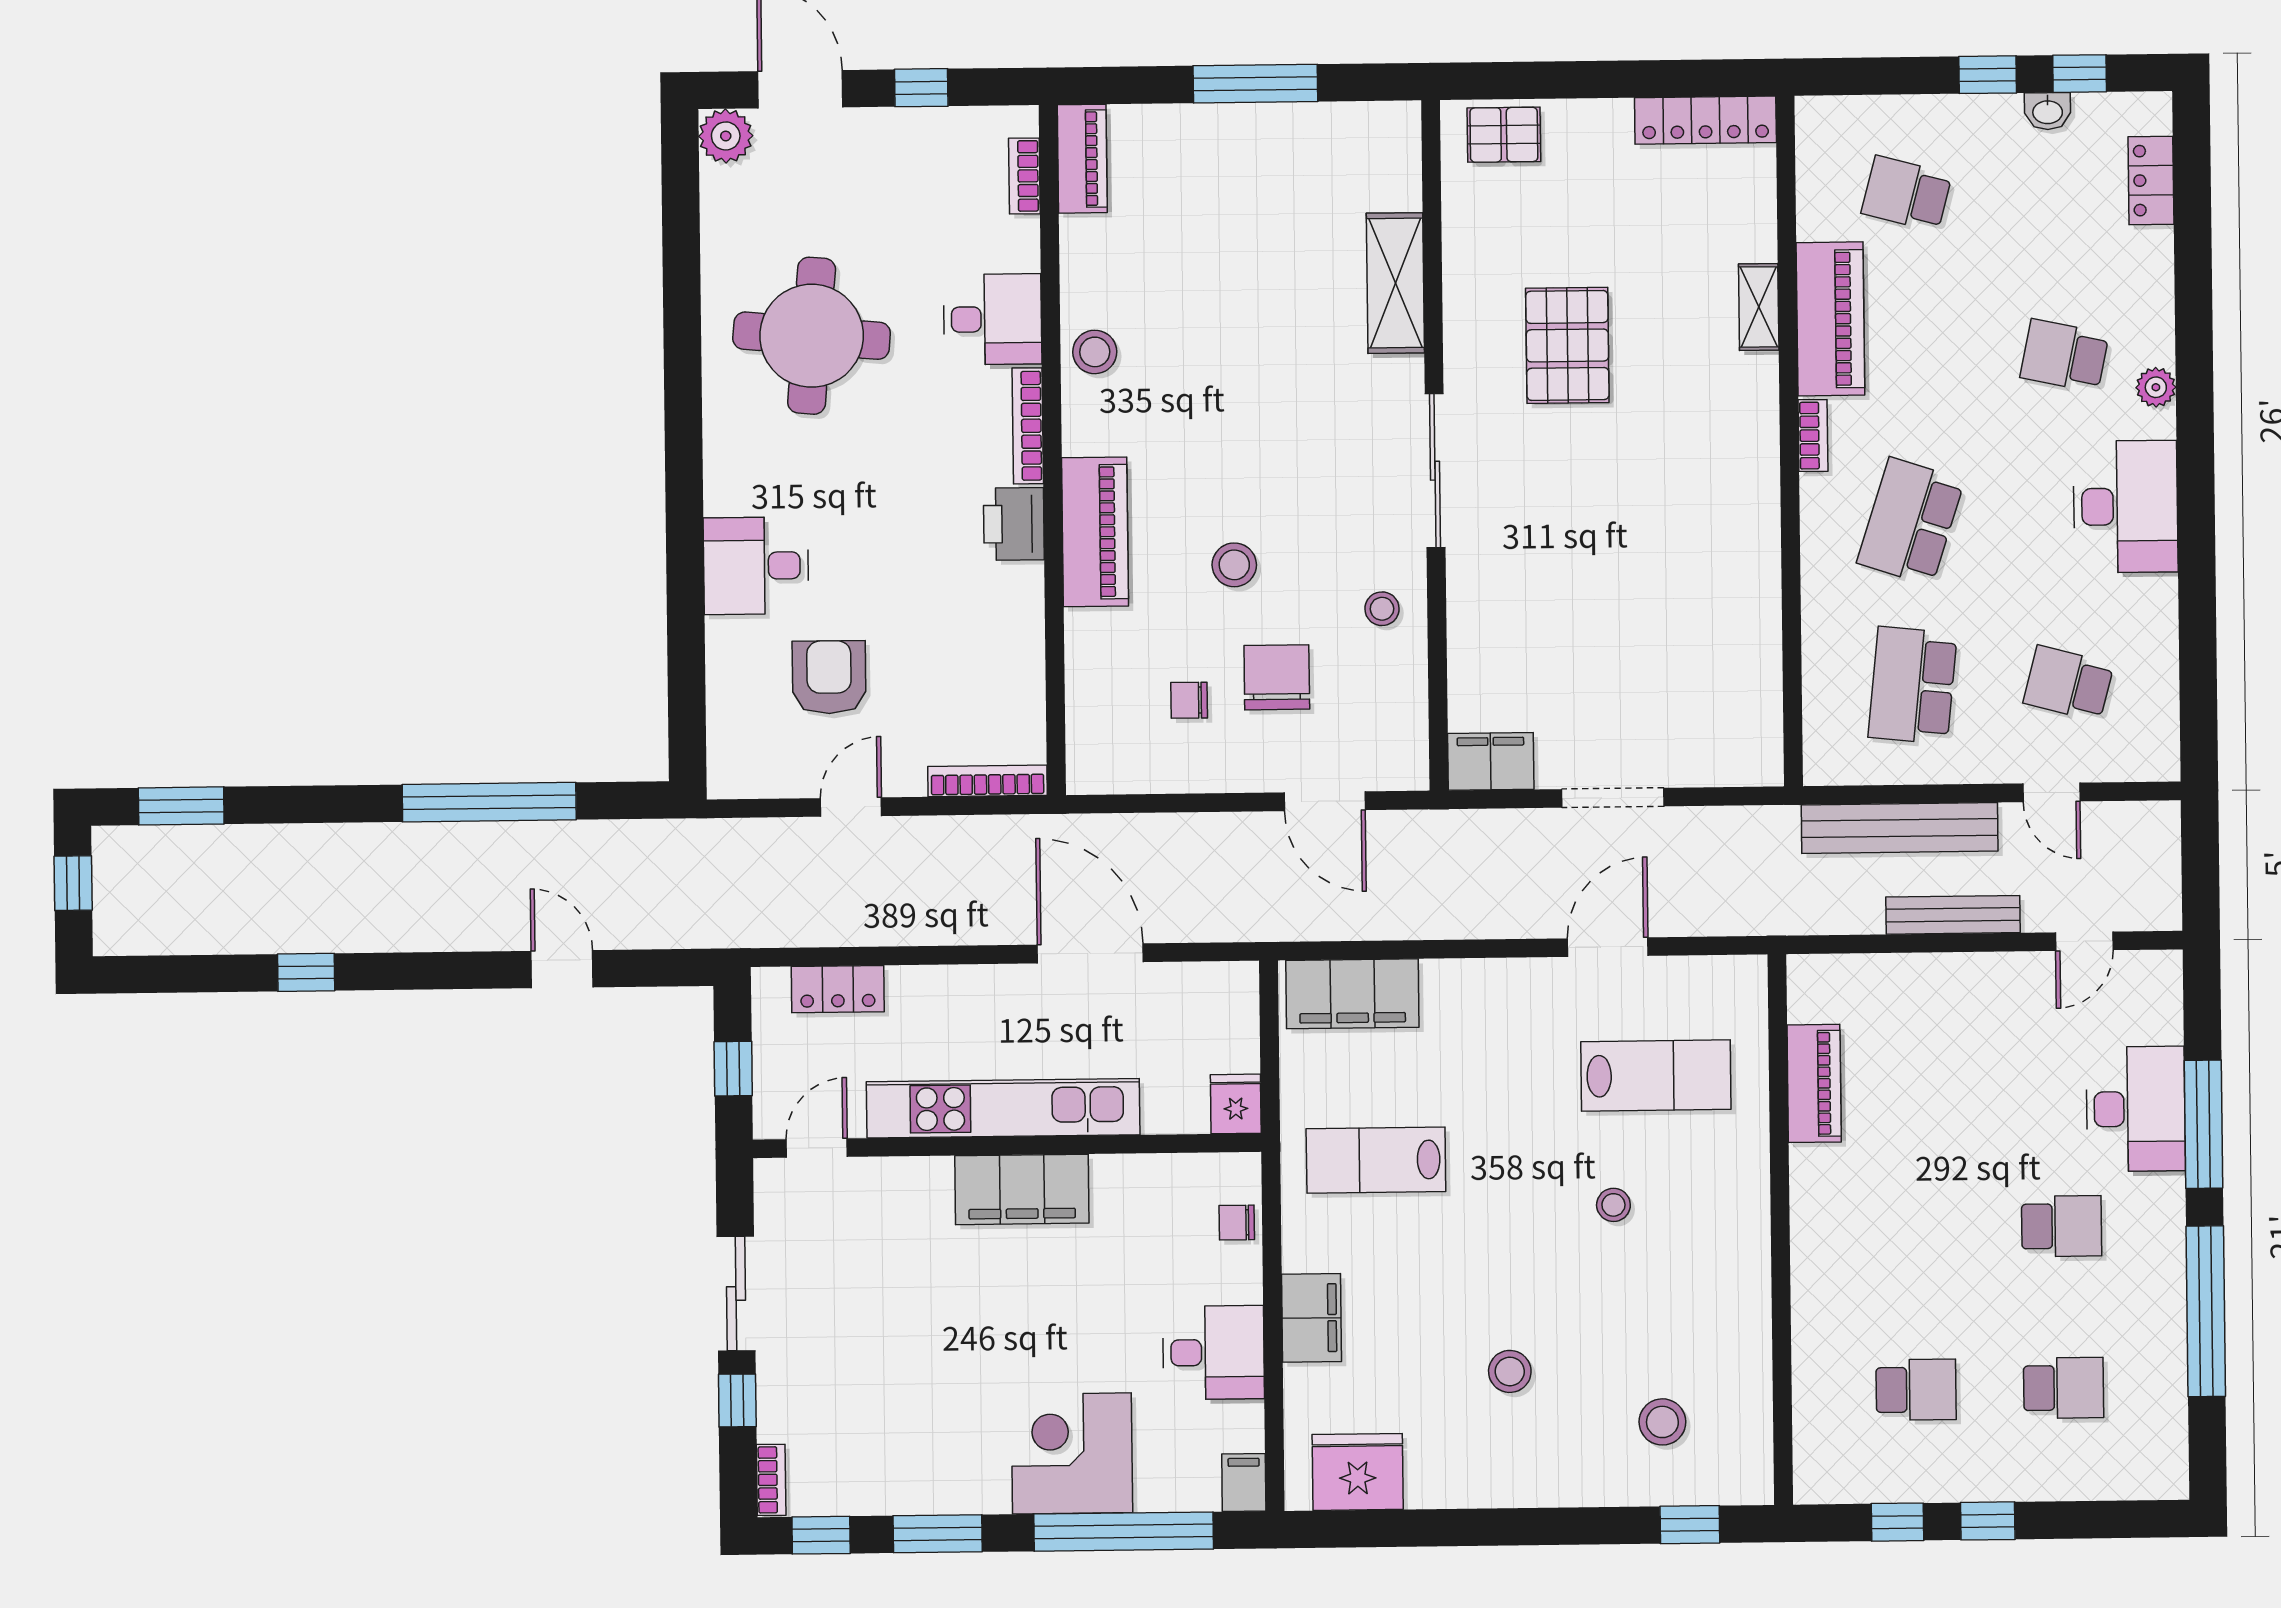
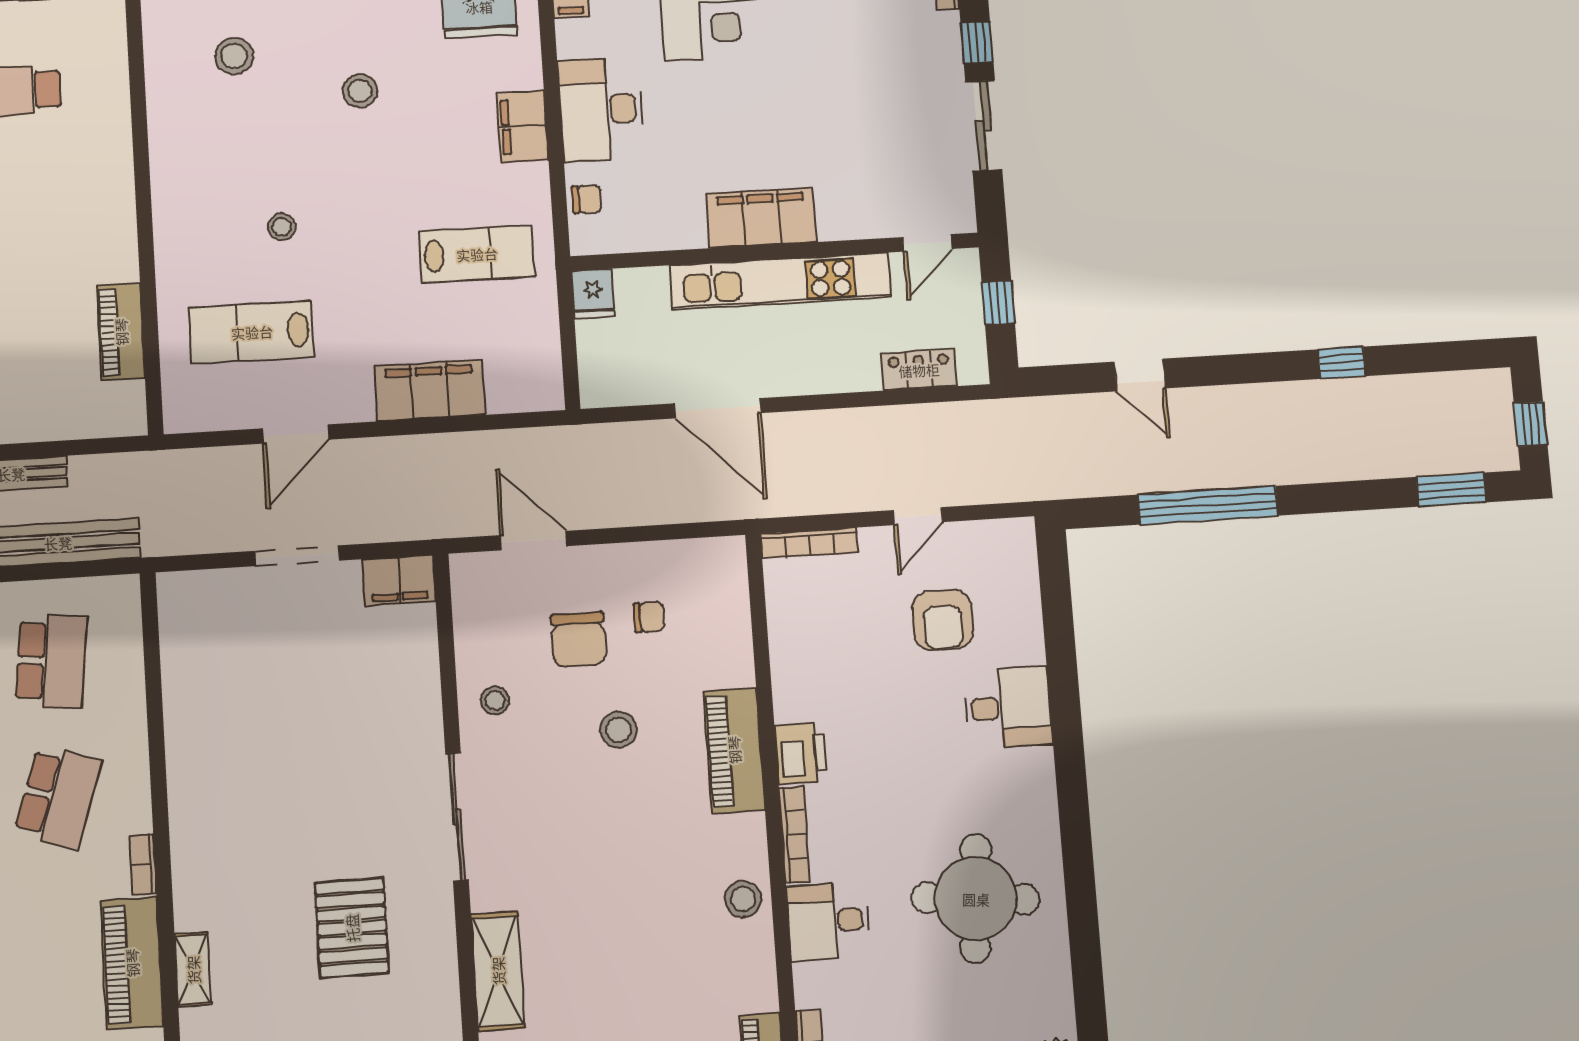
filing cabinet: (1352, 994) -> (430, 391), moved
desk: (1213, 1352) -> (601, 109), width x1.37

